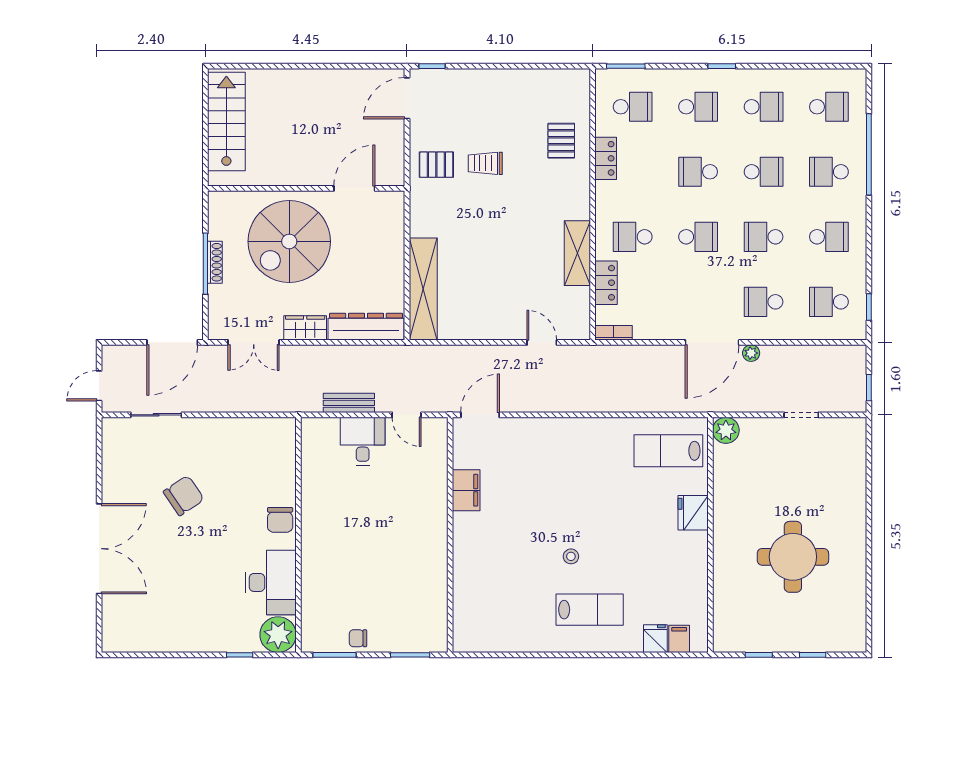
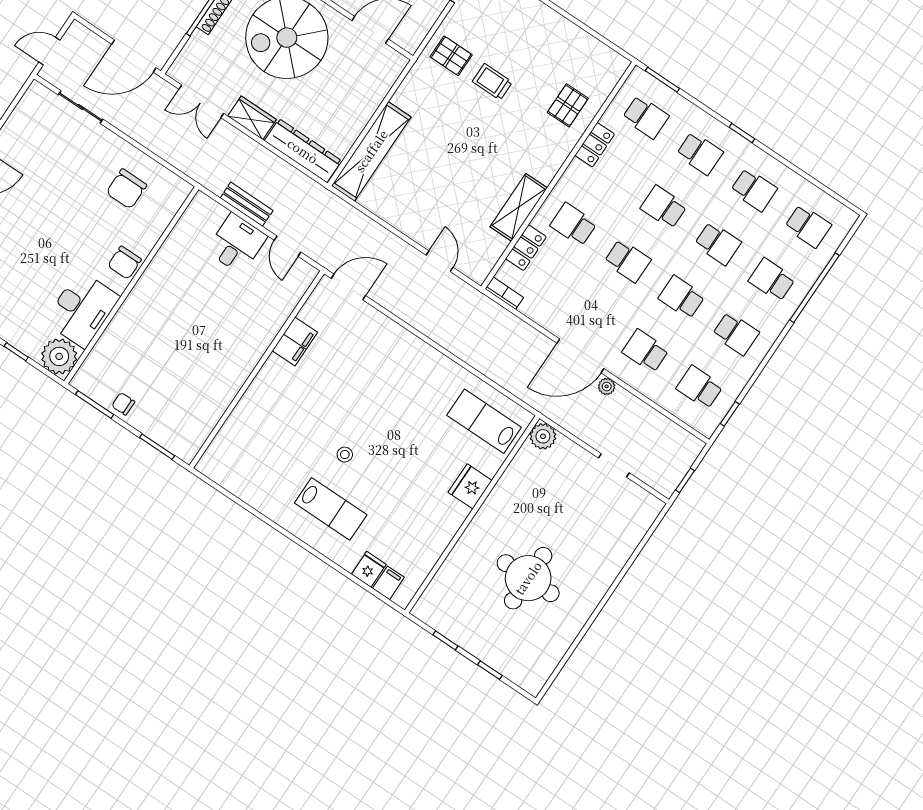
chair: (184, 496) -> (126, 189), moved, turned 124

